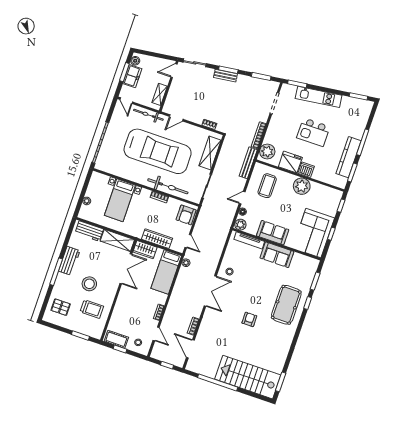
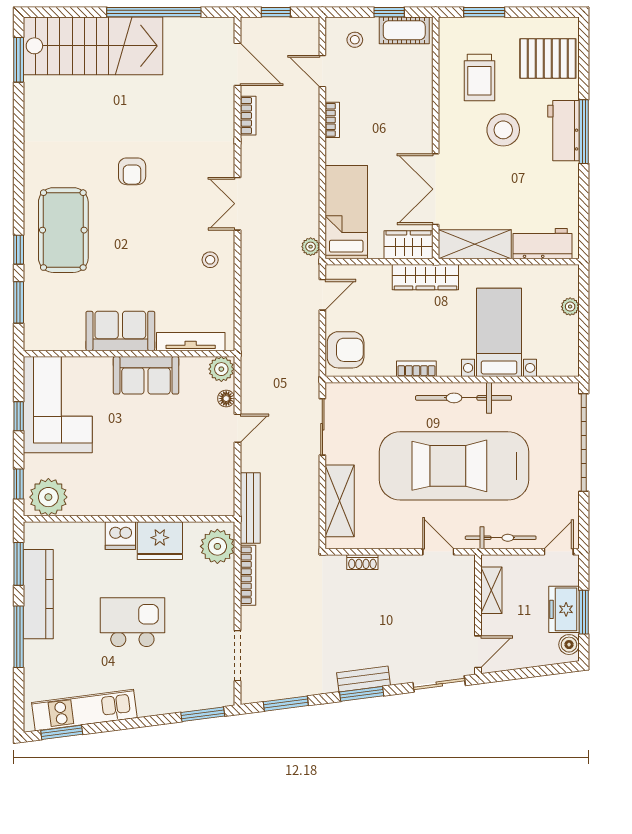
kitchen unit: (319, 97) -> (84, 710), moved
door: (126, 101) -> (559, 552), hinge flipped
door: (176, 118) -> (438, 552), hinge flipped
bicycle: (168, 186) -> (464, 398), moved
coffee table: (267, 186) -> (192, 473), removed
plant: (302, 186) -> (48, 497), moved
armchair: (186, 215) -> (346, 350), turned 90
wardrobe: (157, 239) -> (425, 277), moved
door: (188, 241) -> (322, 295), swing flipped
workbench: (69, 261) -> (563, 131), moved
double door: (210, 291) -> (237, 204), width x0.73
pallet: (61, 307) -> (548, 58), width x1.50, depth x1.42
trolley: (92, 309) -> (479, 78), turned -90

